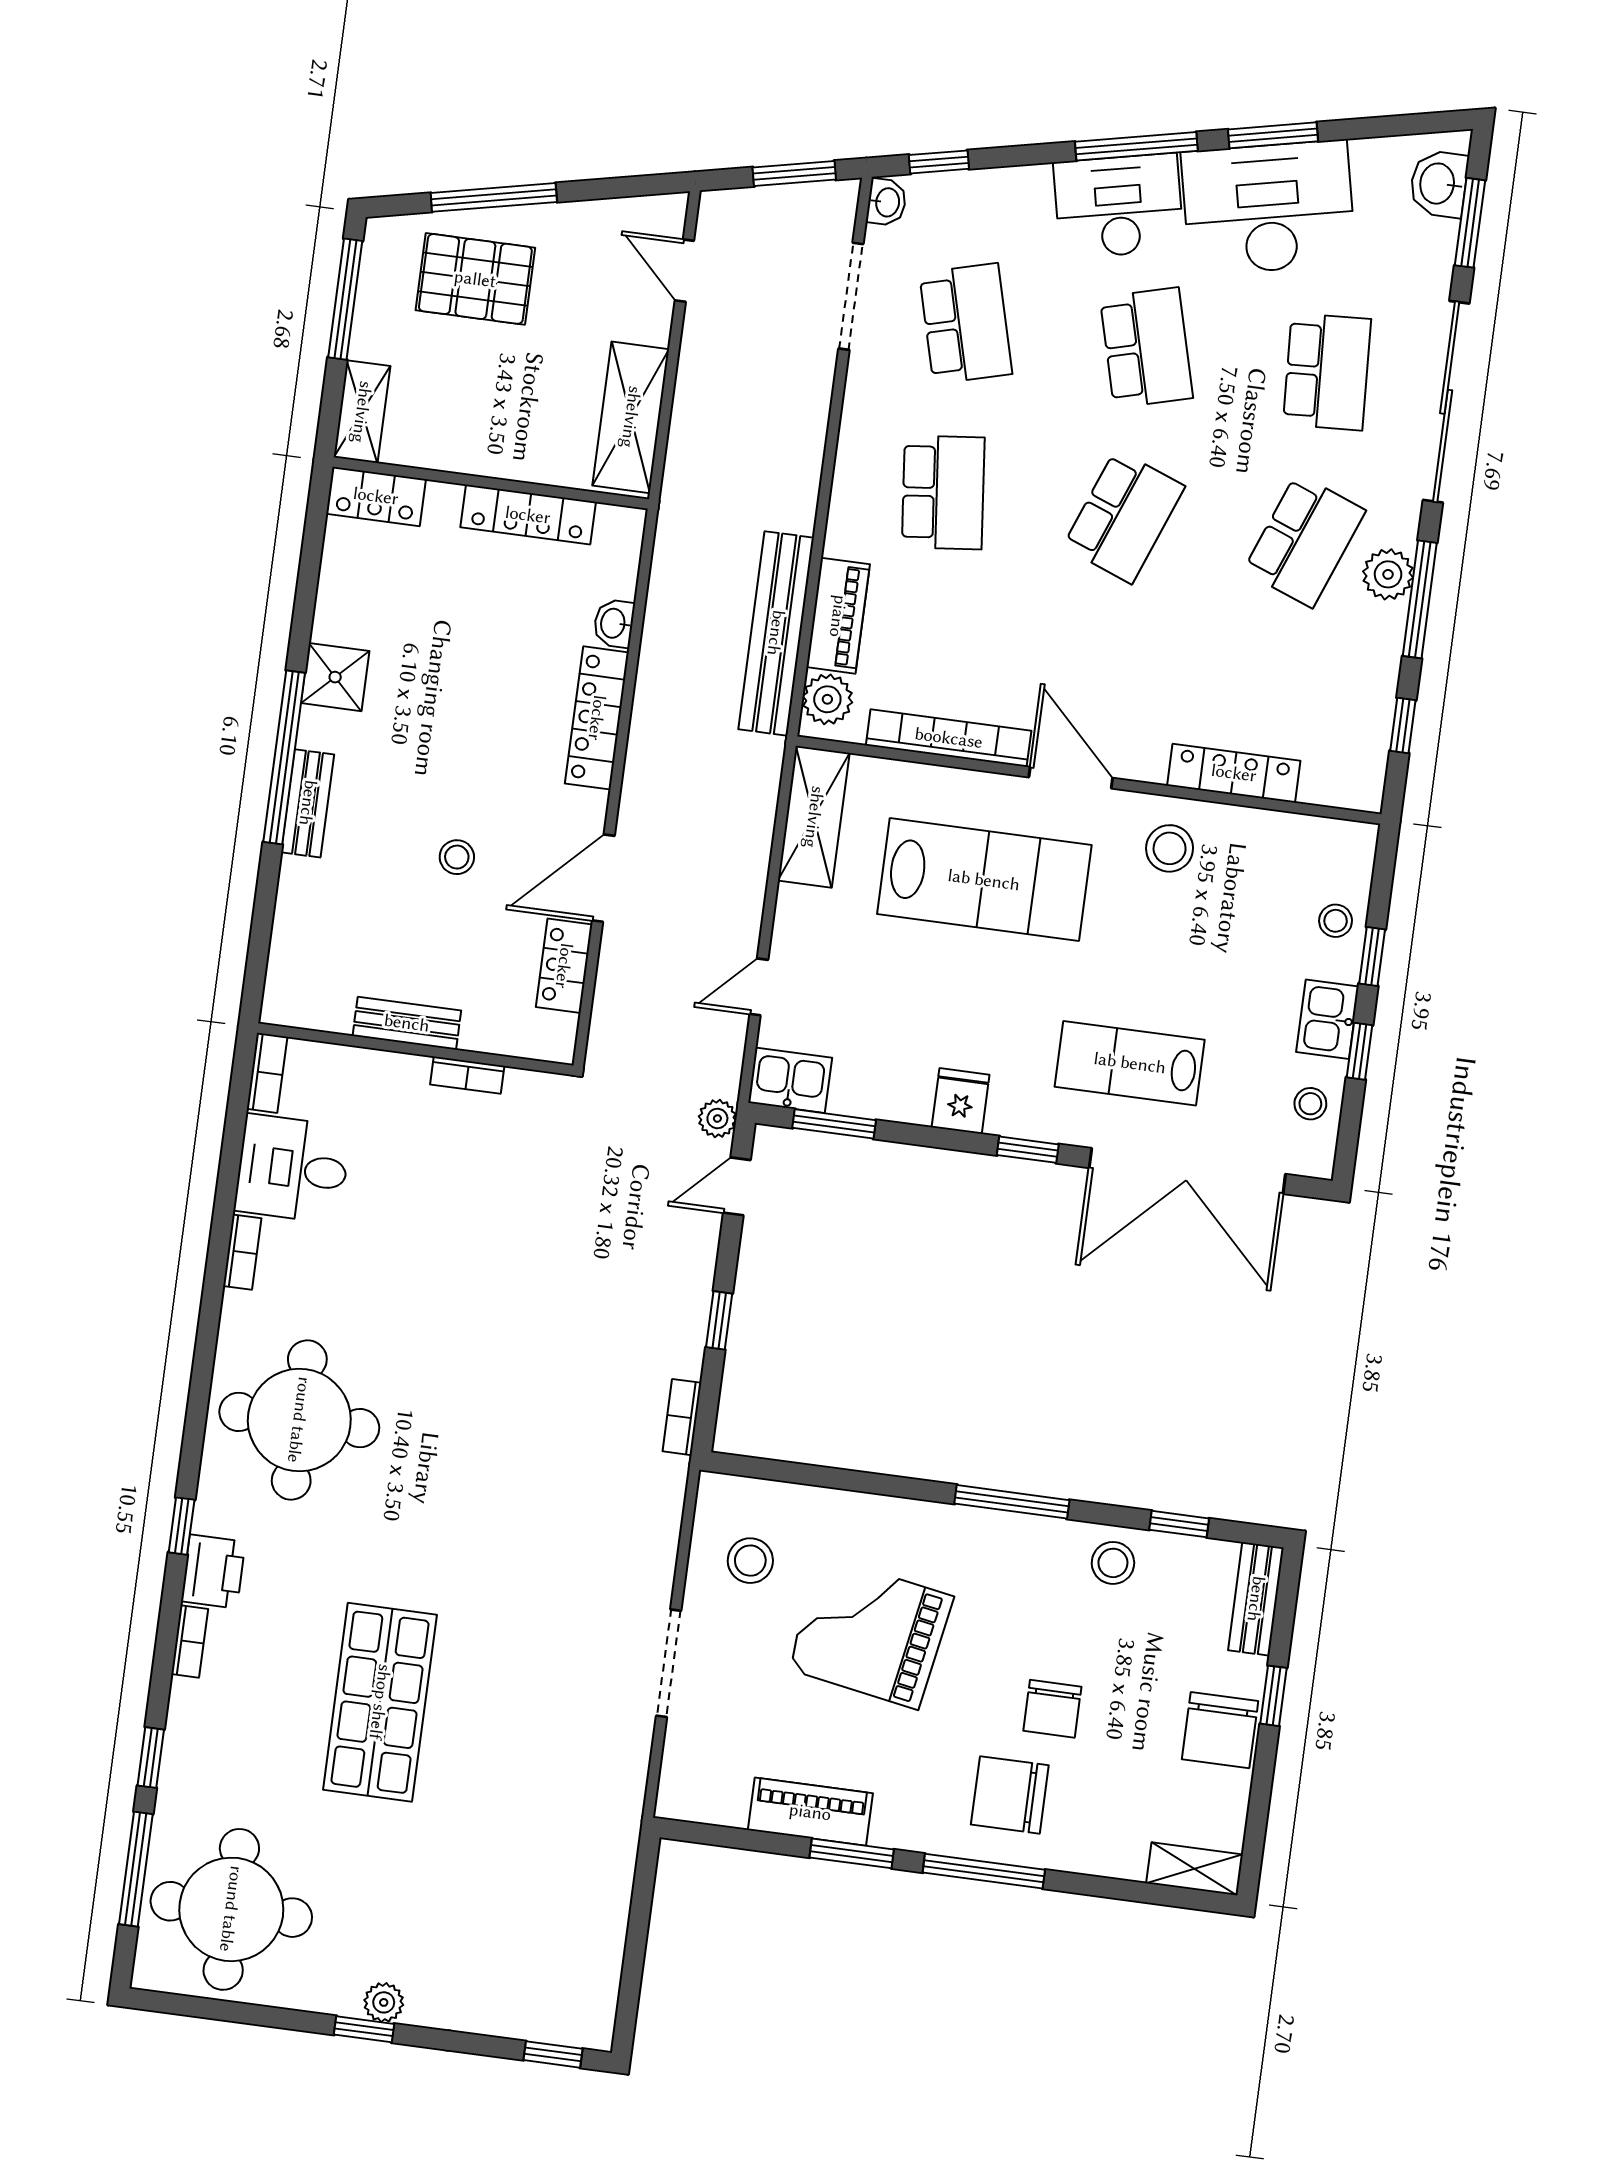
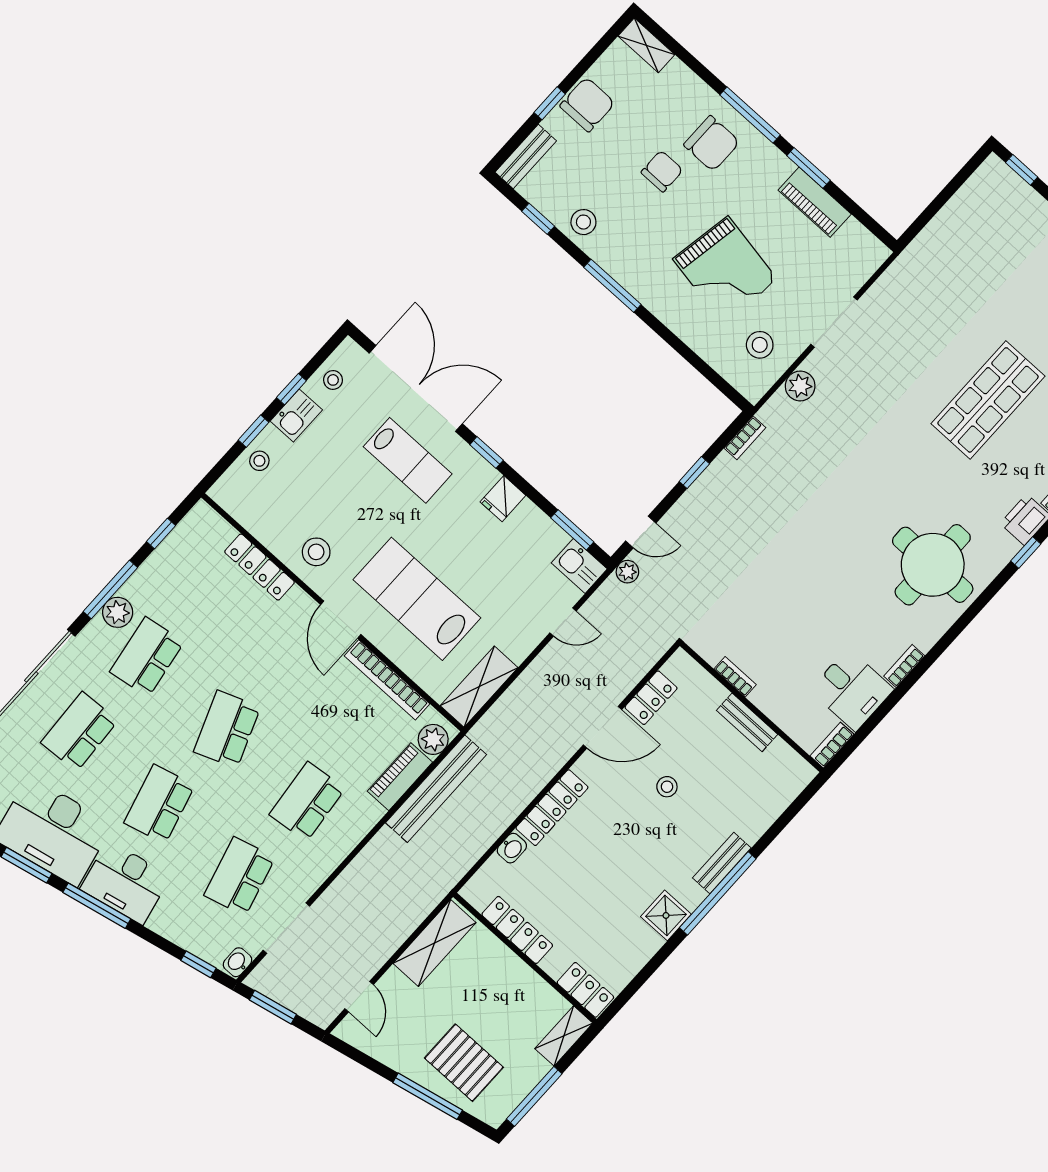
school desk: (1124, 516) -> (227, 729), turned -42
school desk: (1304, 541) -> (147, 657), turned -30
plant: (655, 1542) -> (800, 386), added

